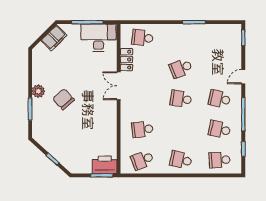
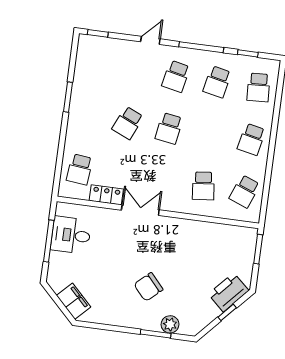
filing cabinet: (54, 38) -> (73, 301), moved
desk: (98, 38) -> (71, 235), width x0.73
school desk: (181, 68) -> (128, 123), turned 45
door: (243, 77) -> (150, 40), swing flipped
double door: (119, 86) -> (140, 210), swing flipped
plant: (38, 91) -> (170, 324), moved
school desk: (142, 160) -> (245, 191), turned 42
printer: (105, 165) -> (229, 292), moved, turned 42

